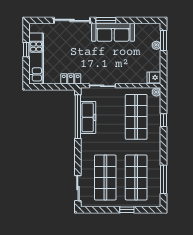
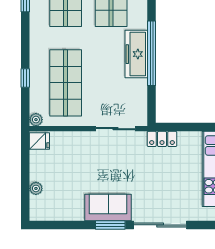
sofa: (113, 32) -> (108, 207), width x0.73
window: (164, 41) -> (25, 195), removed
window: (78, 117) -> (151, 53), moved
freezer: (88, 117) -> (136, 54), moved

